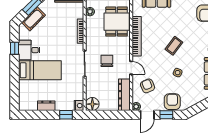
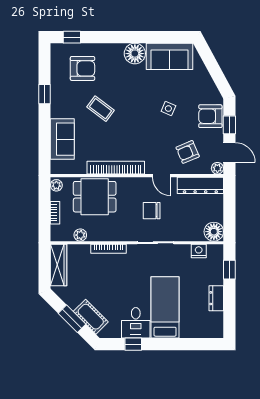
coffee table: (174, 46) -> (101, 109), moved
door: (131, 68) -> (162, 176), swing flipped
nightstand: (79, 106) -> (199, 251), moved

